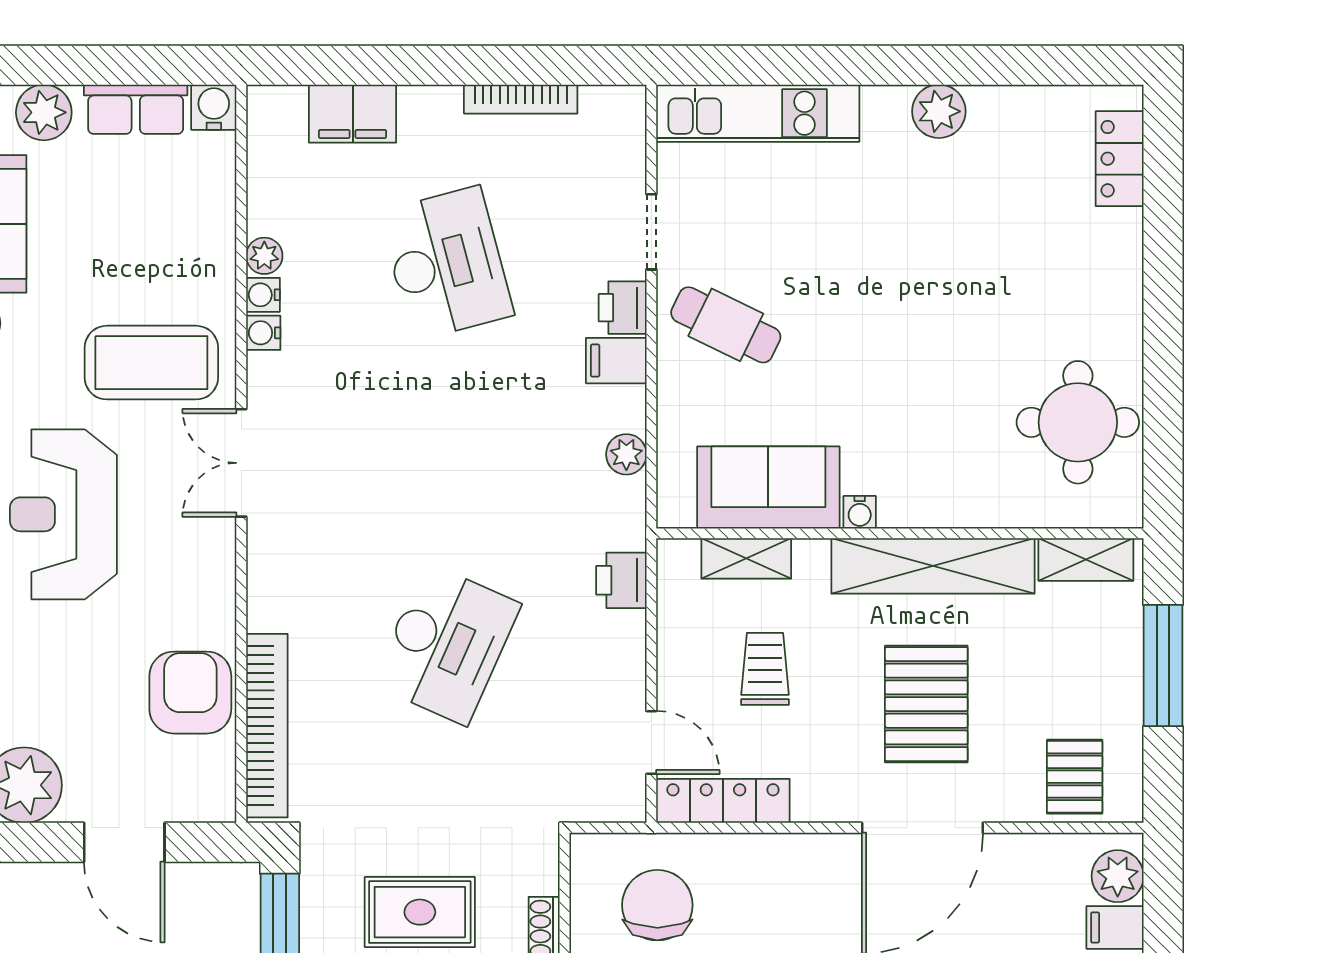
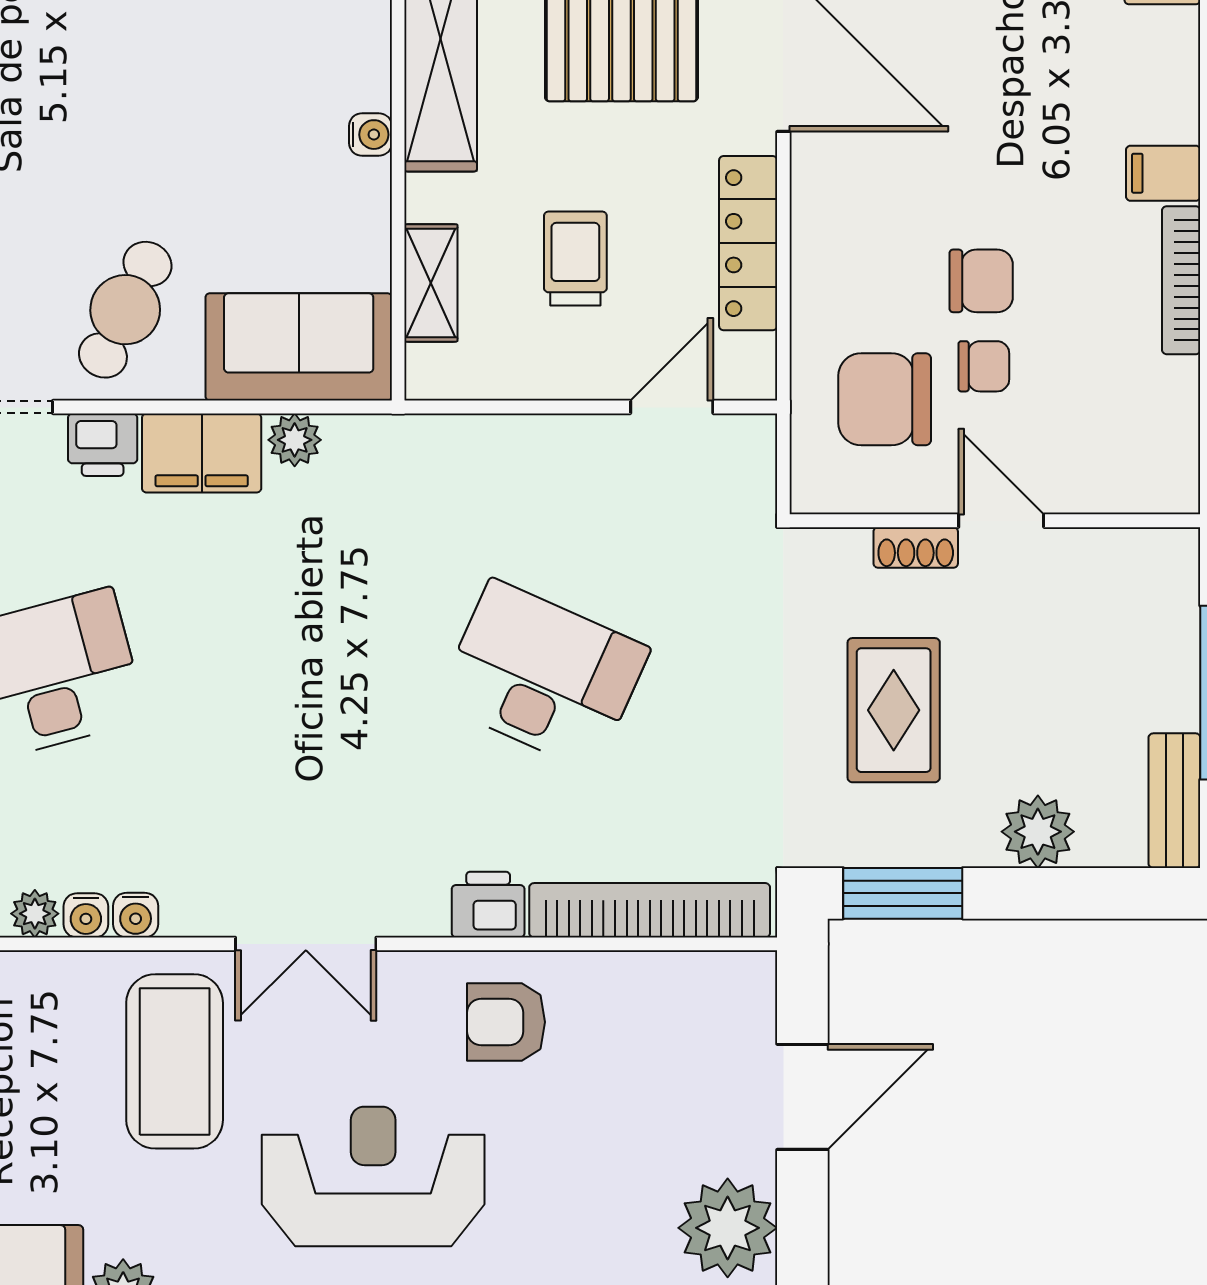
filing cabinet: (616, 361) -> (202, 453), width x2.00
sofa: (768, 487) -> (299, 347), moved, turned 90
reception desk: (63, 514) -> (373, 1176), turned 180
printer: (621, 580) -> (488, 905), moved, turned 180
trolley: (765, 669) -> (575, 259), turned 90
armchair: (190, 693) -> (506, 1022), moved, width x0.72, depth x0.72
locker: (723, 801) -> (748, 243), moved

